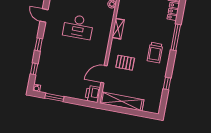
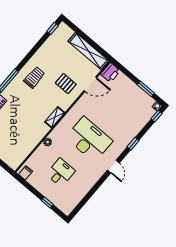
desk: (78, 27) -> (89, 139), width x1.36, depth x1.30
window: (34, 69) -> (156, 116), moved
window: (167, 83) -> (52, 28), moved

